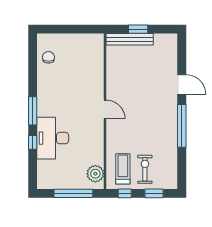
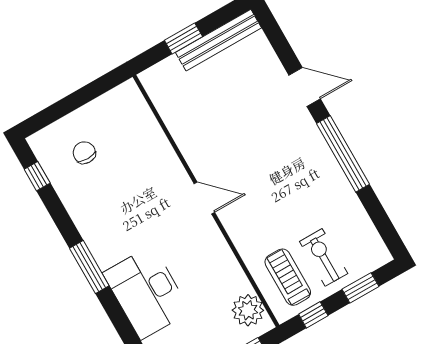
bench: (130, 39) -> (218, 40), moved
chair: (48, 57) -> (84, 153), moved
window: (33, 142) -> (37, 176), moved

